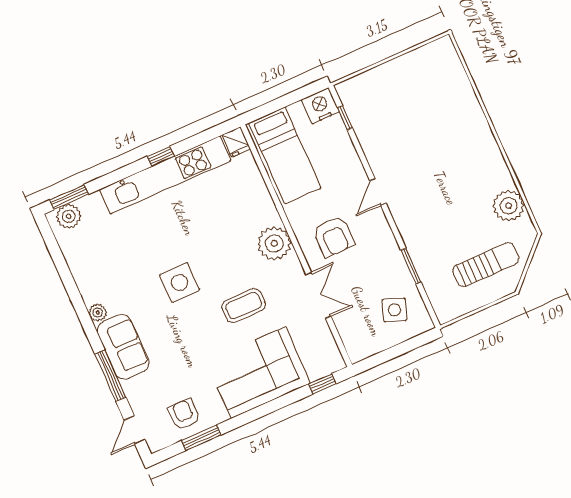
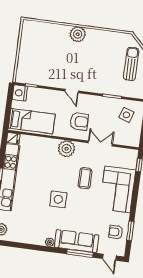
plant: (509, 206) -> (78, 34), moved
sofa: (123, 347) -> (77, 241), width x1.36

